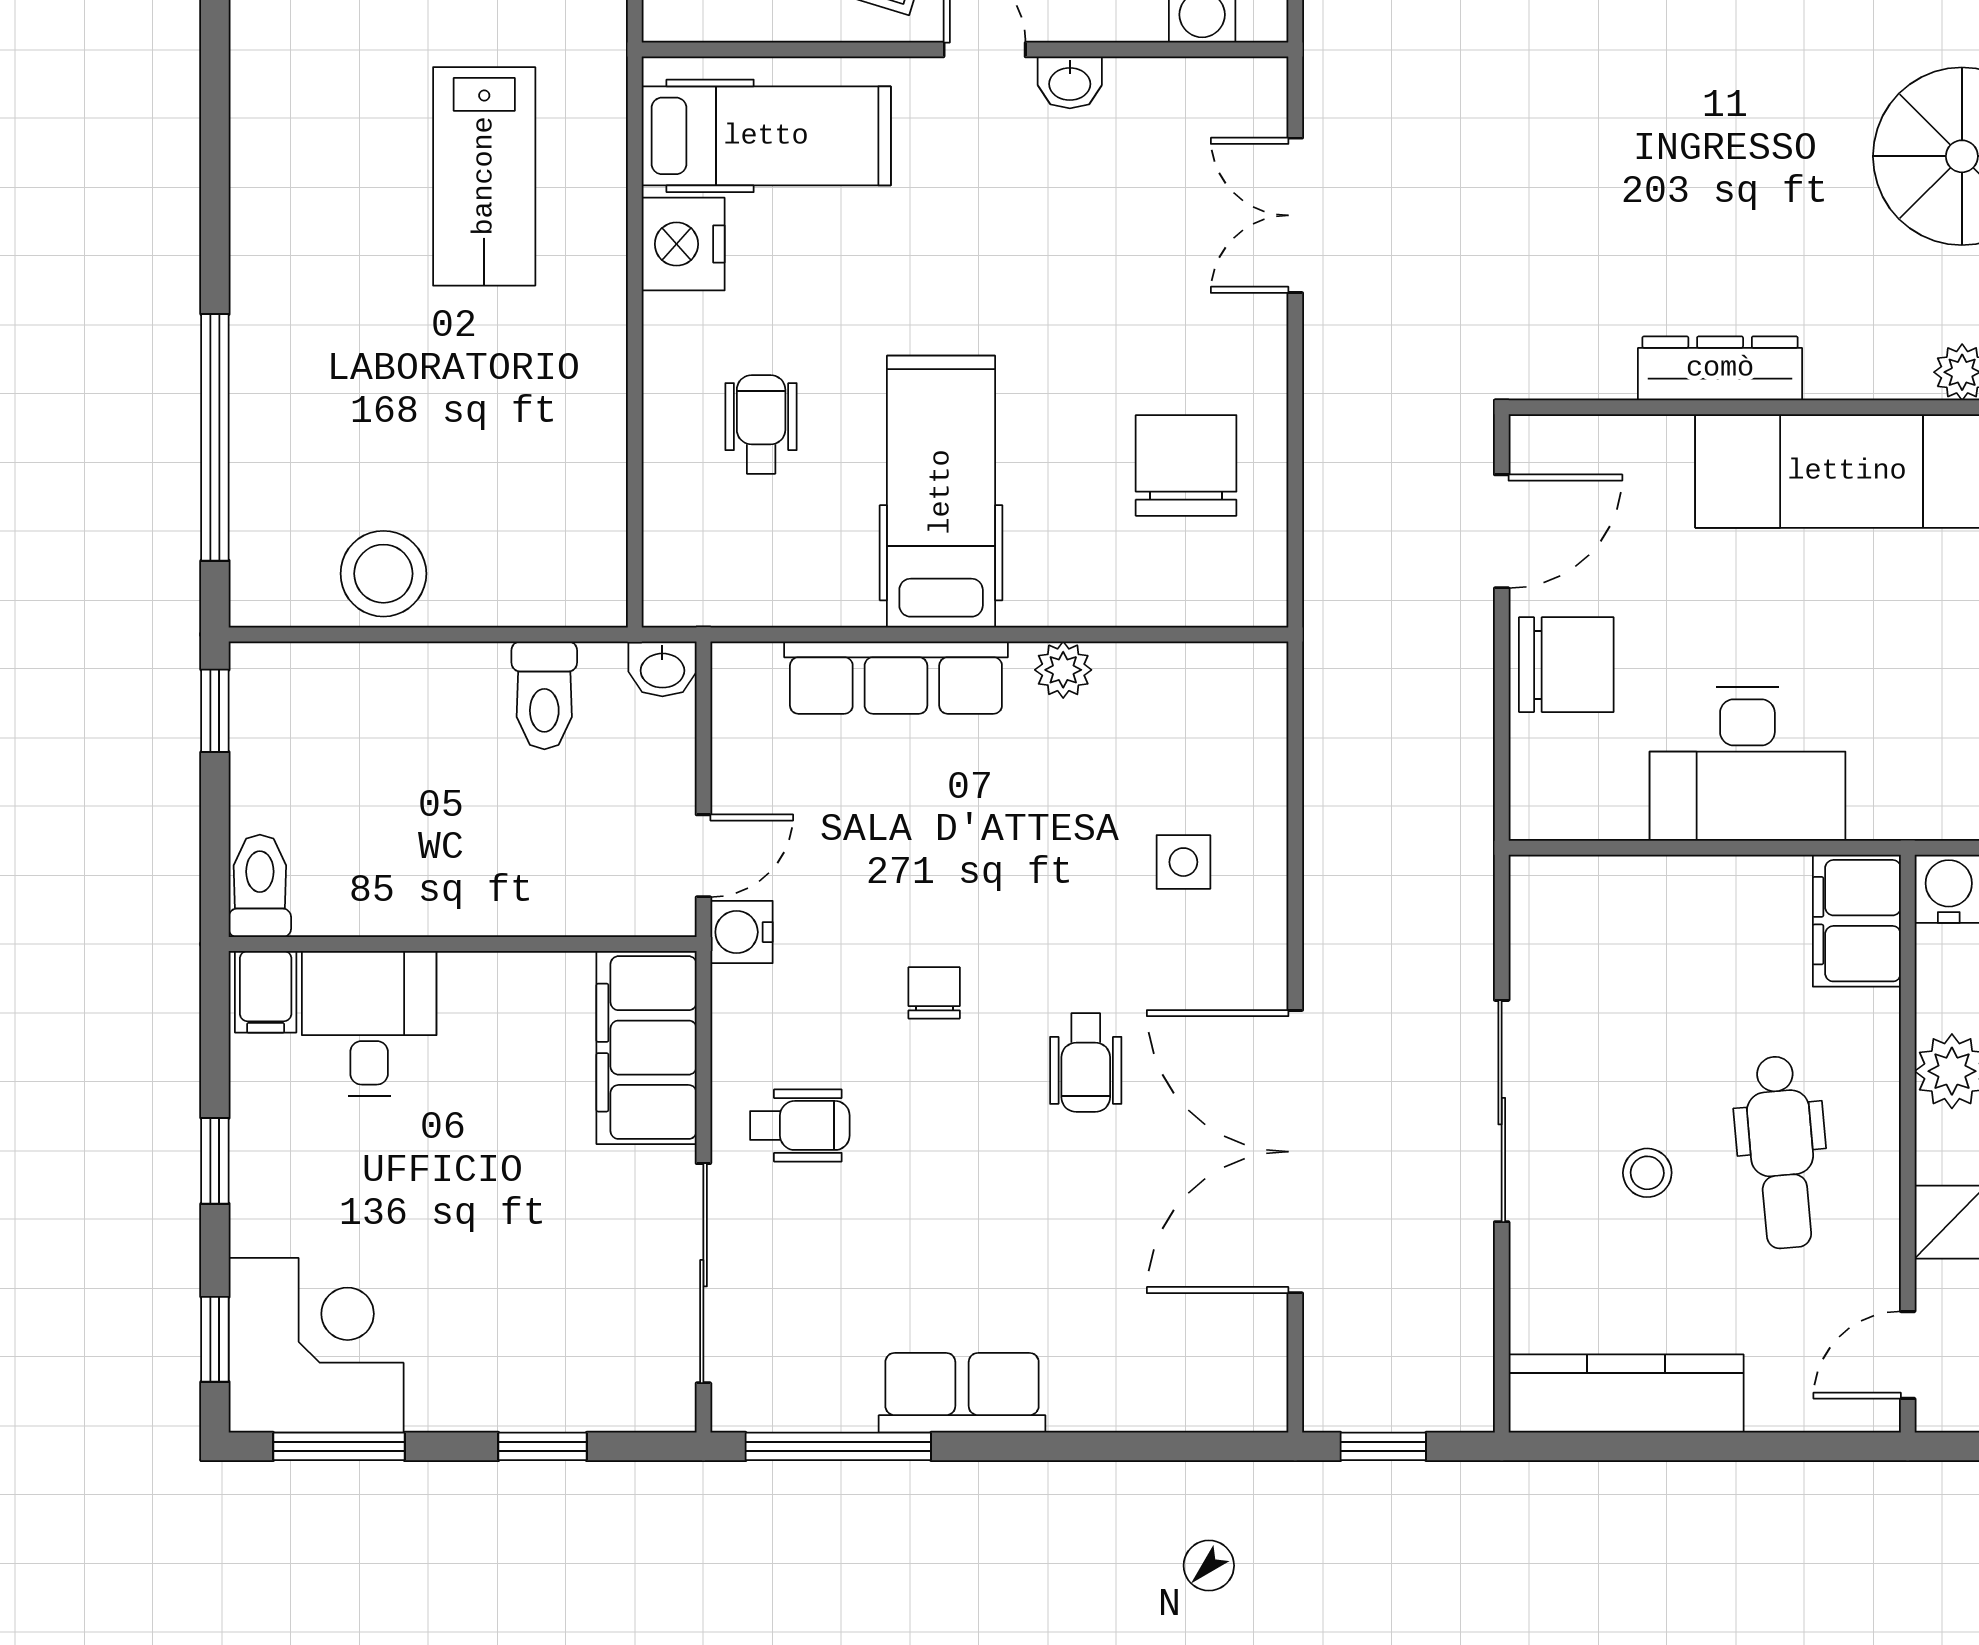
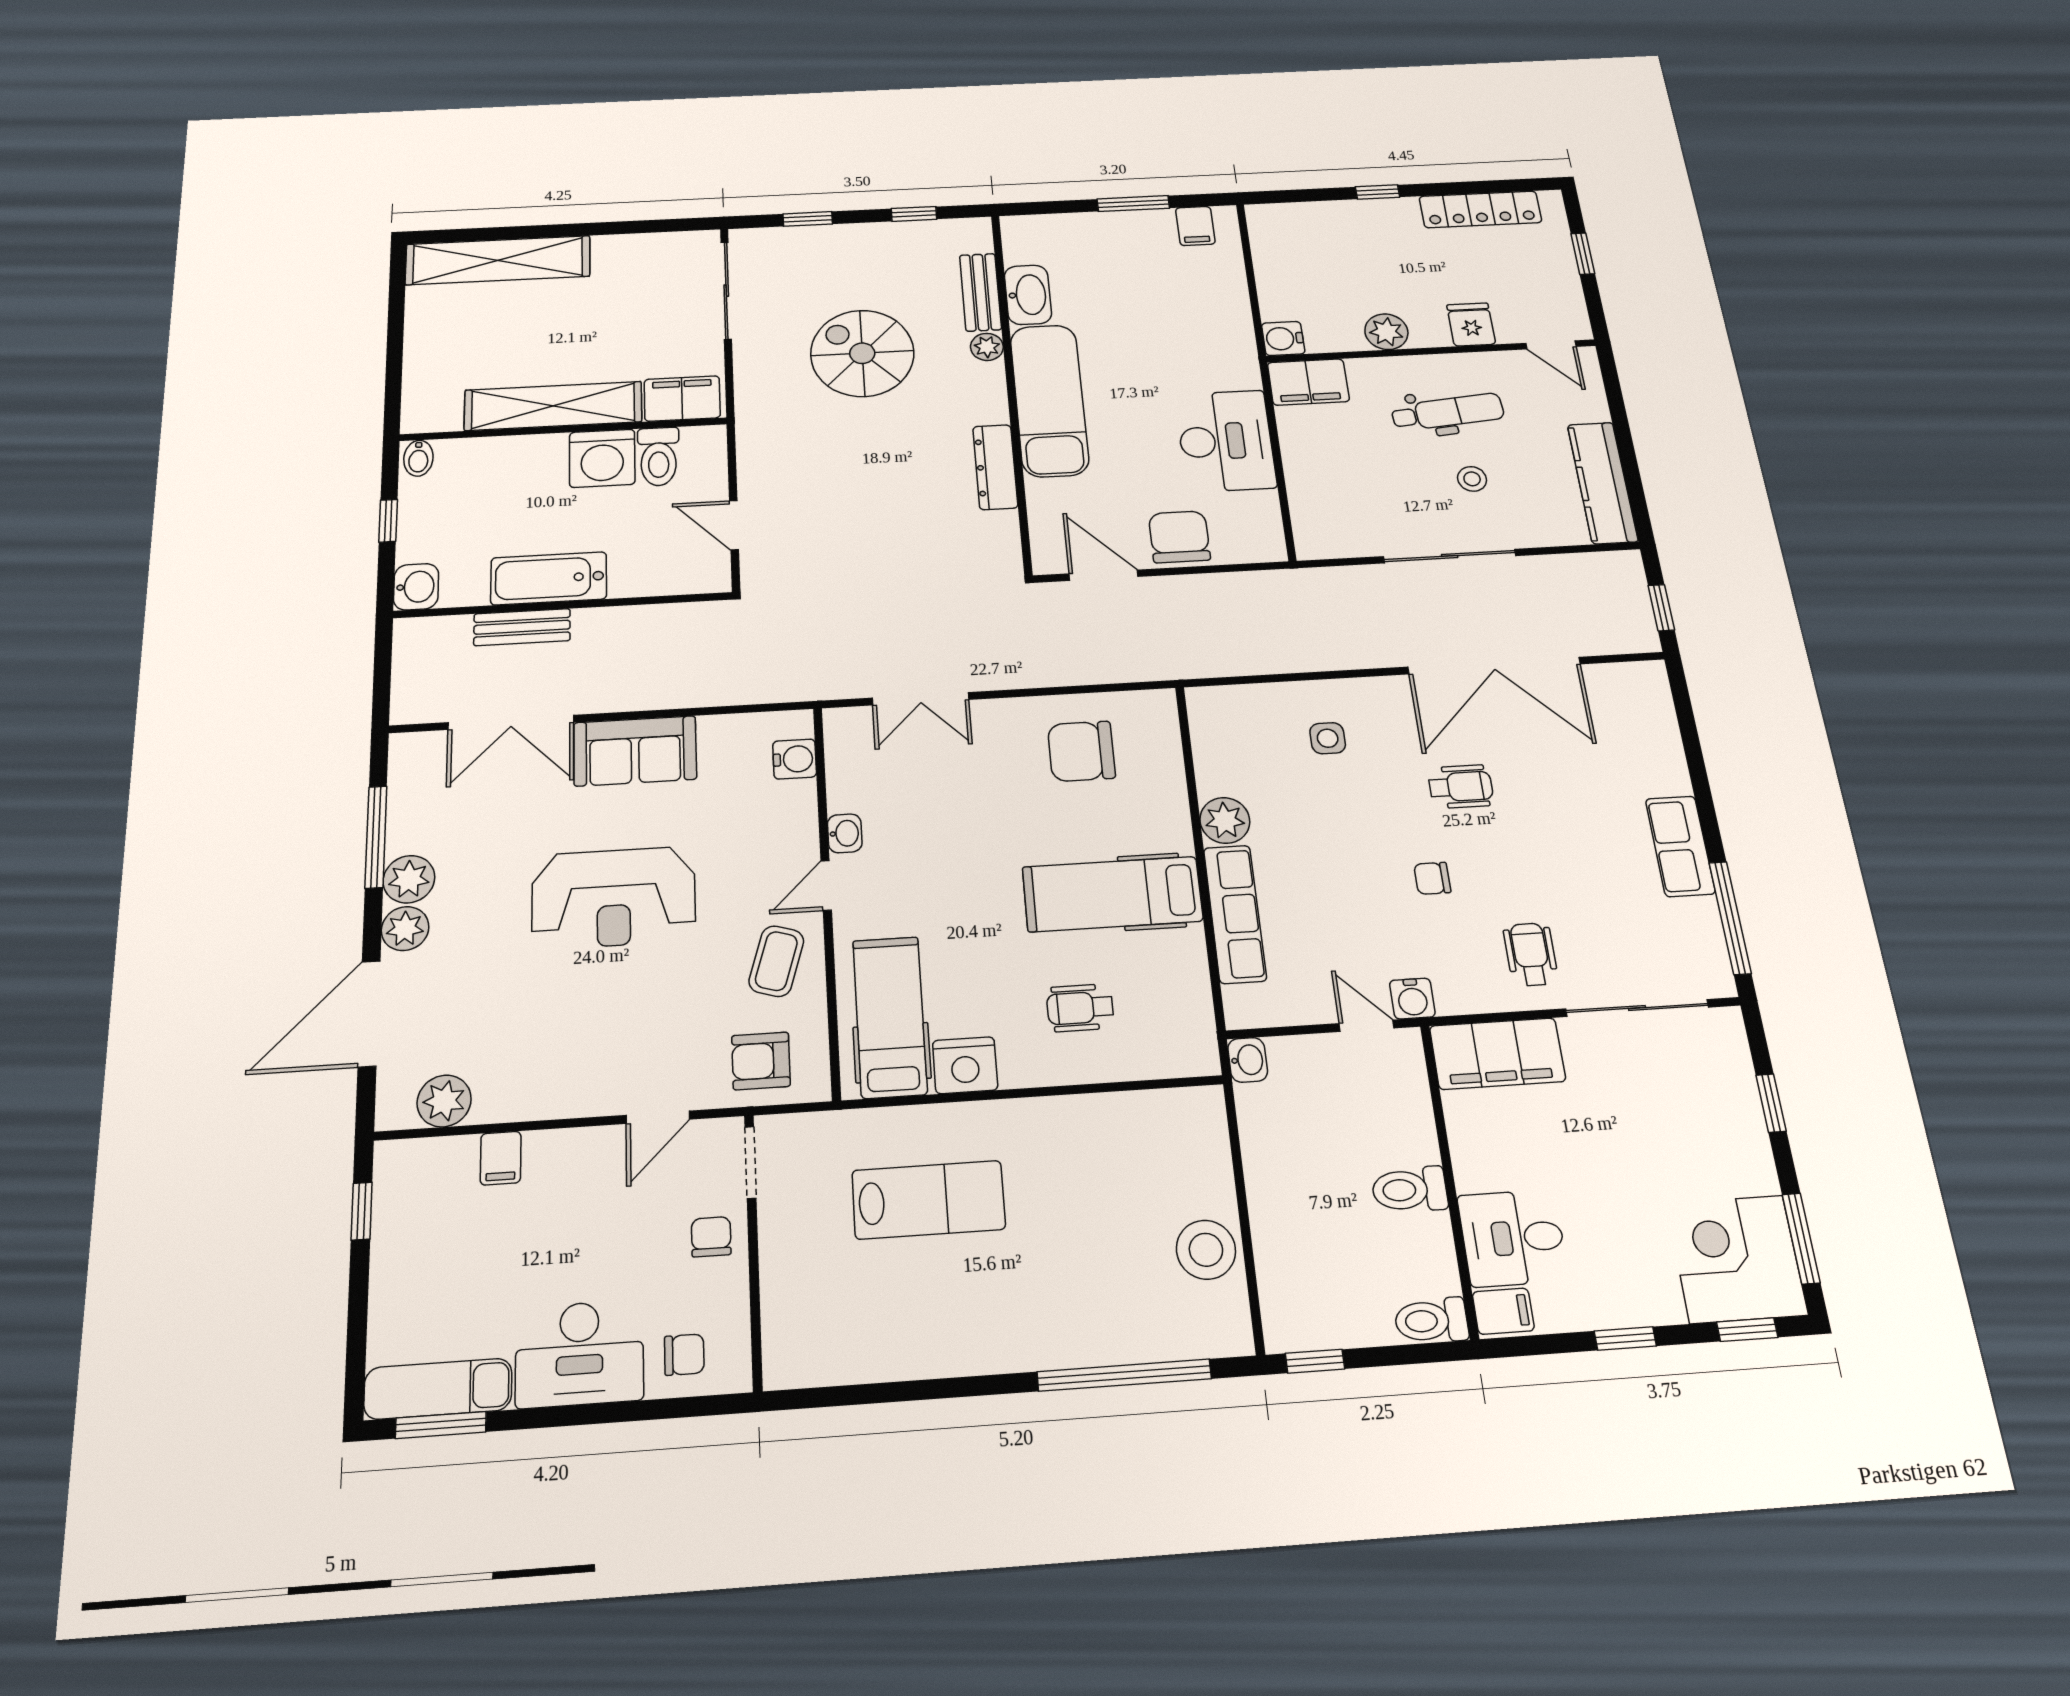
plant: (1063, 670) -> (1225, 820), width x1.38, depth x1.38
toilet: (544, 695) -> (1410, 1190), moved, turned 180

